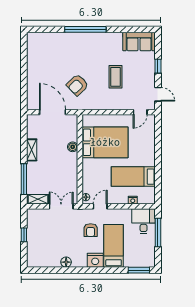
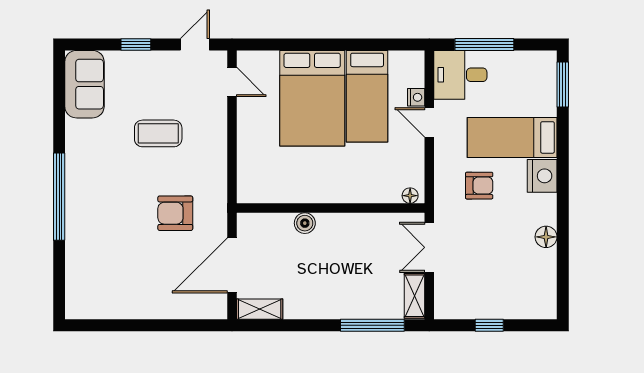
armchair: (77, 85) -> (175, 213), turned 134
bed: (105, 142) -> (312, 98), moved, turned 180
shelving: (32, 150) -> (260, 309), moved
door: (100, 206) -> (429, 122), moved

